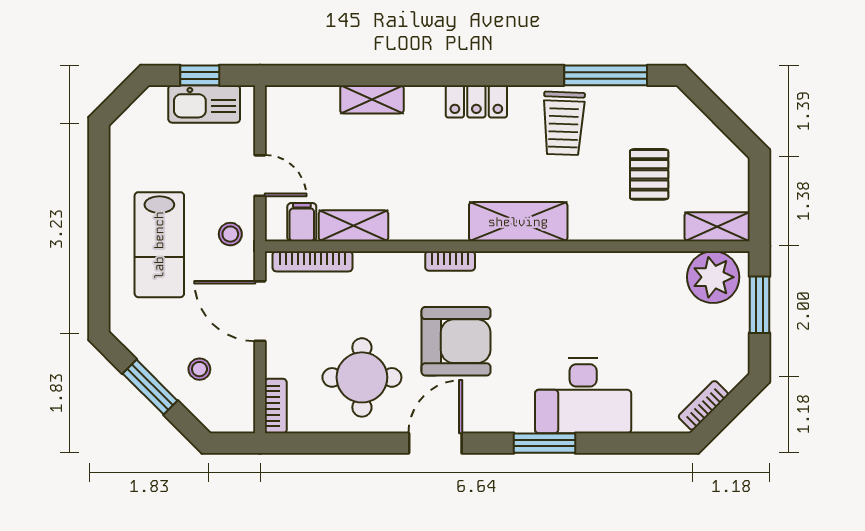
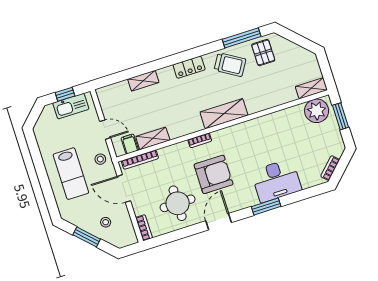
trolley: (564, 123) -> (230, 65), turned -61
pallet: (649, 174) -> (263, 53), moved

